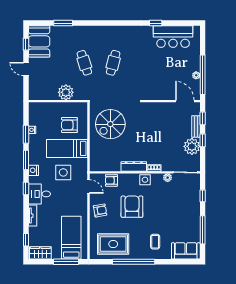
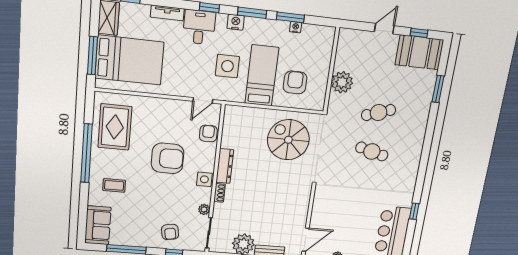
armchair: (100, 210) -> (170, 232), moved
bed: (71, 238) -> (129, 60), width x1.50

